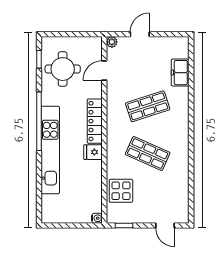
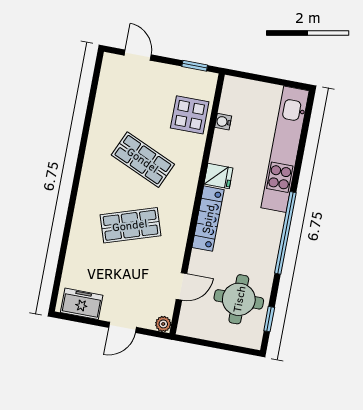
freezer: (180, 73) -> (82, 304), moved, turned -90
kitchen unit: (50, 150) -> (285, 149), moved
water cooler: (97, 218) -> (223, 122), moved

